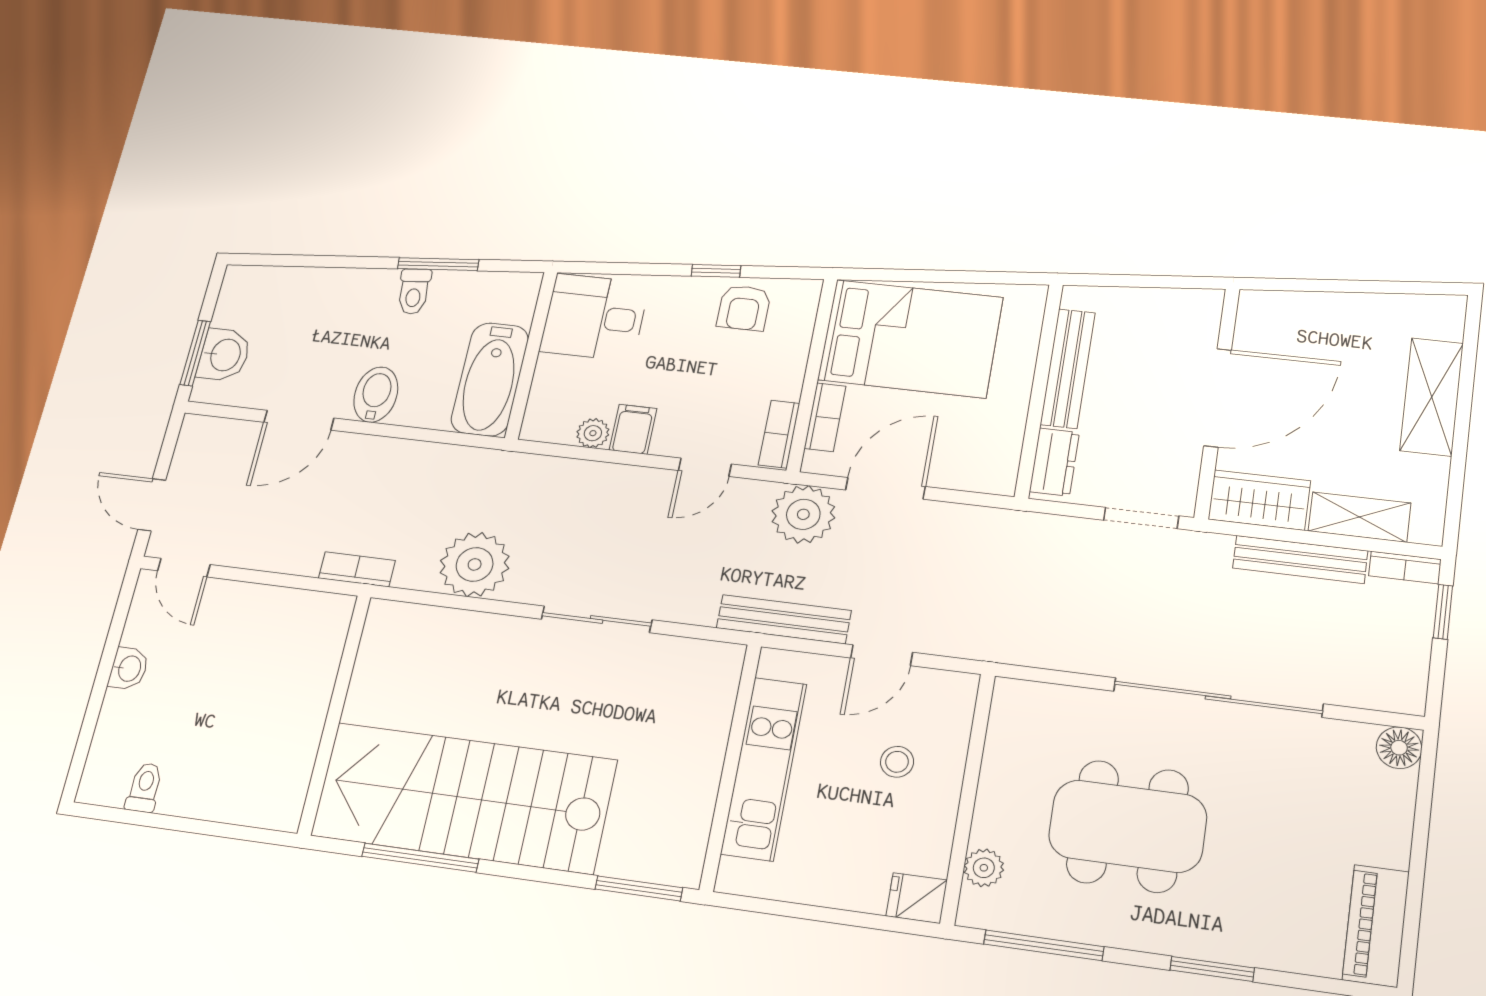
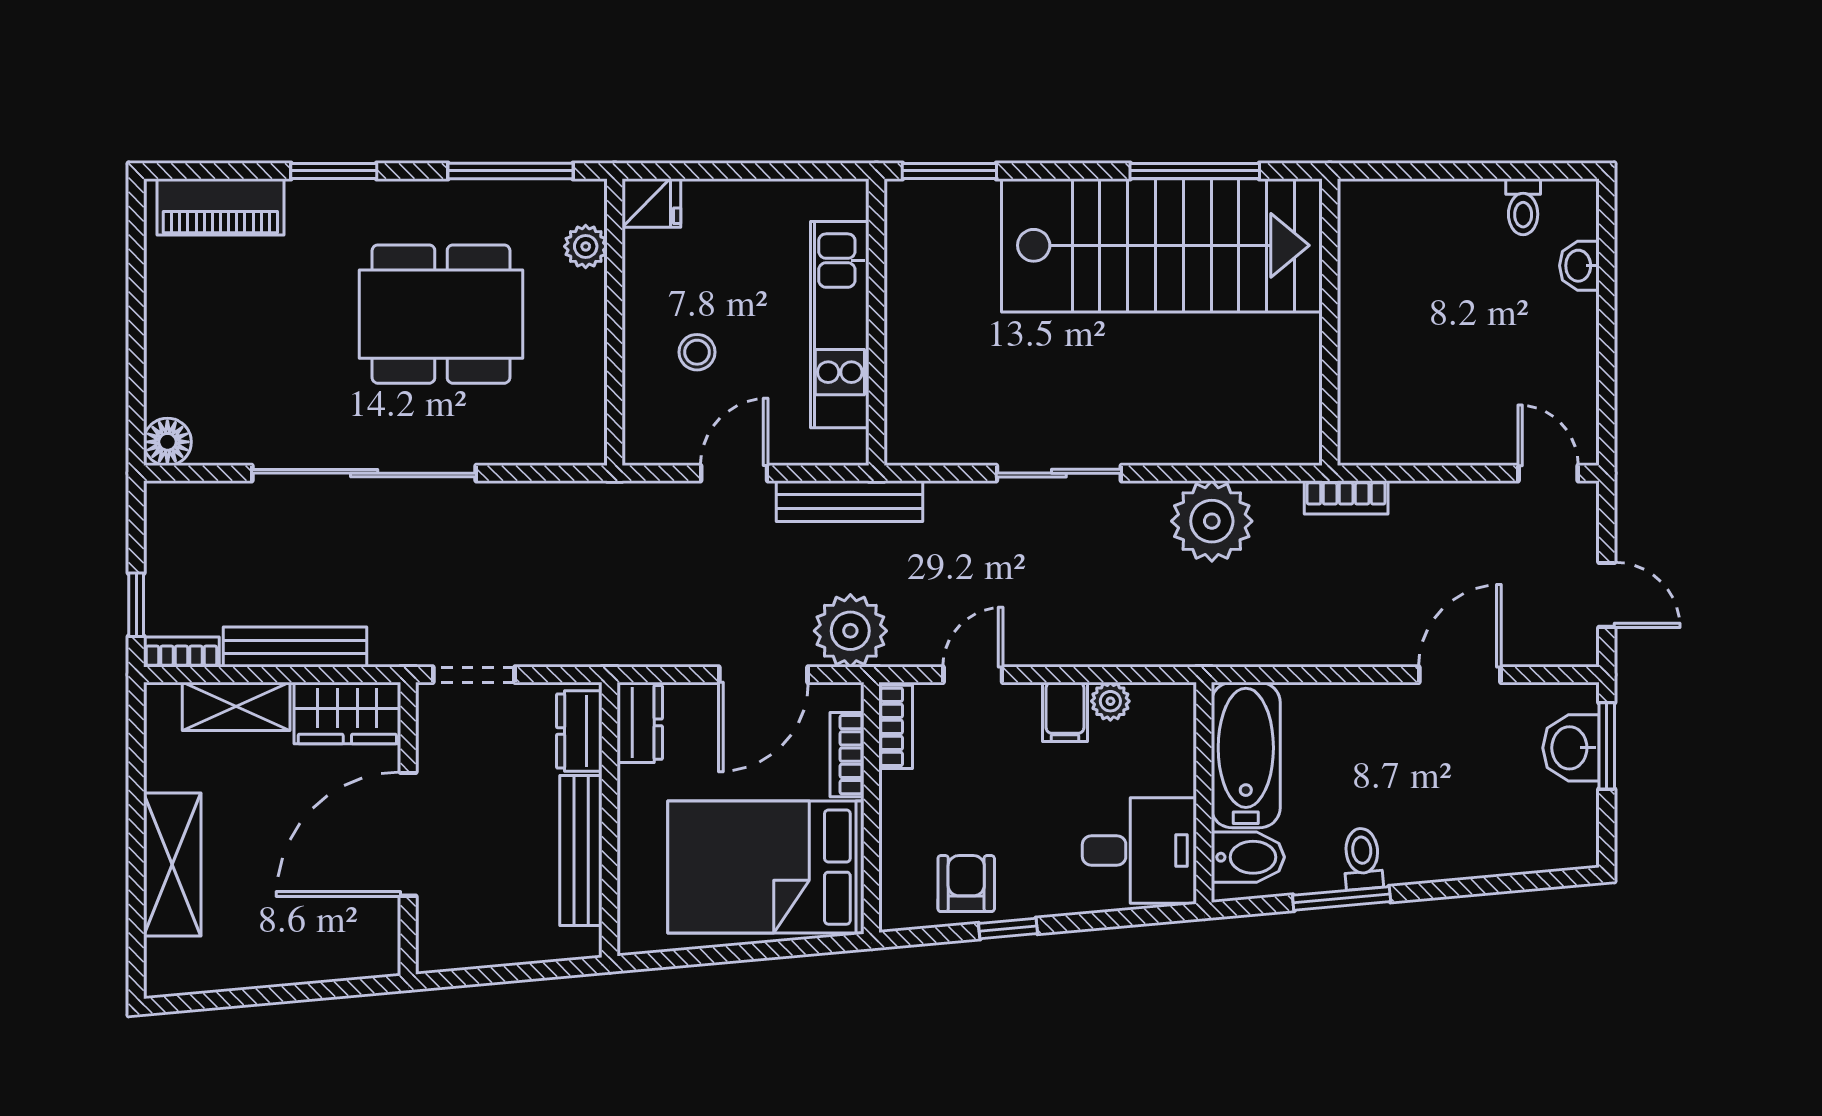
bidet: (376, 395) -> (1248, 857), moved, turned -90
dresser: (1000, 463) -> (640, 722), added
door: (152, 505) -> (1607, 595), moved
washbasin: (129, 669) -> (1579, 266), moved
piano: (1376, 926) -> (220, 207), moved, turned 90

